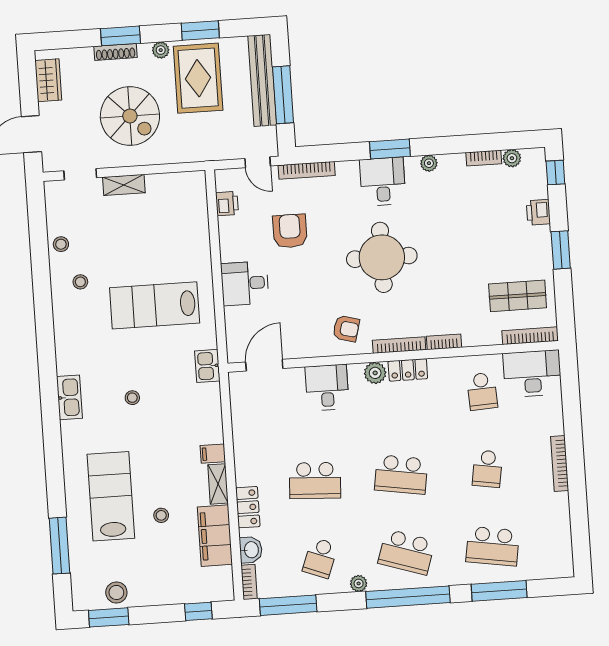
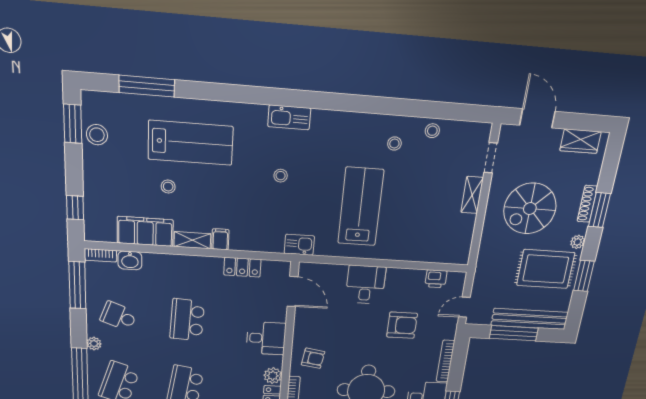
bookcase: (307, 170) -> (446, 361), moved
armchair: (346, 329) -> (313, 358), turned -96
locker: (248, 507) -> (242, 267), moved

